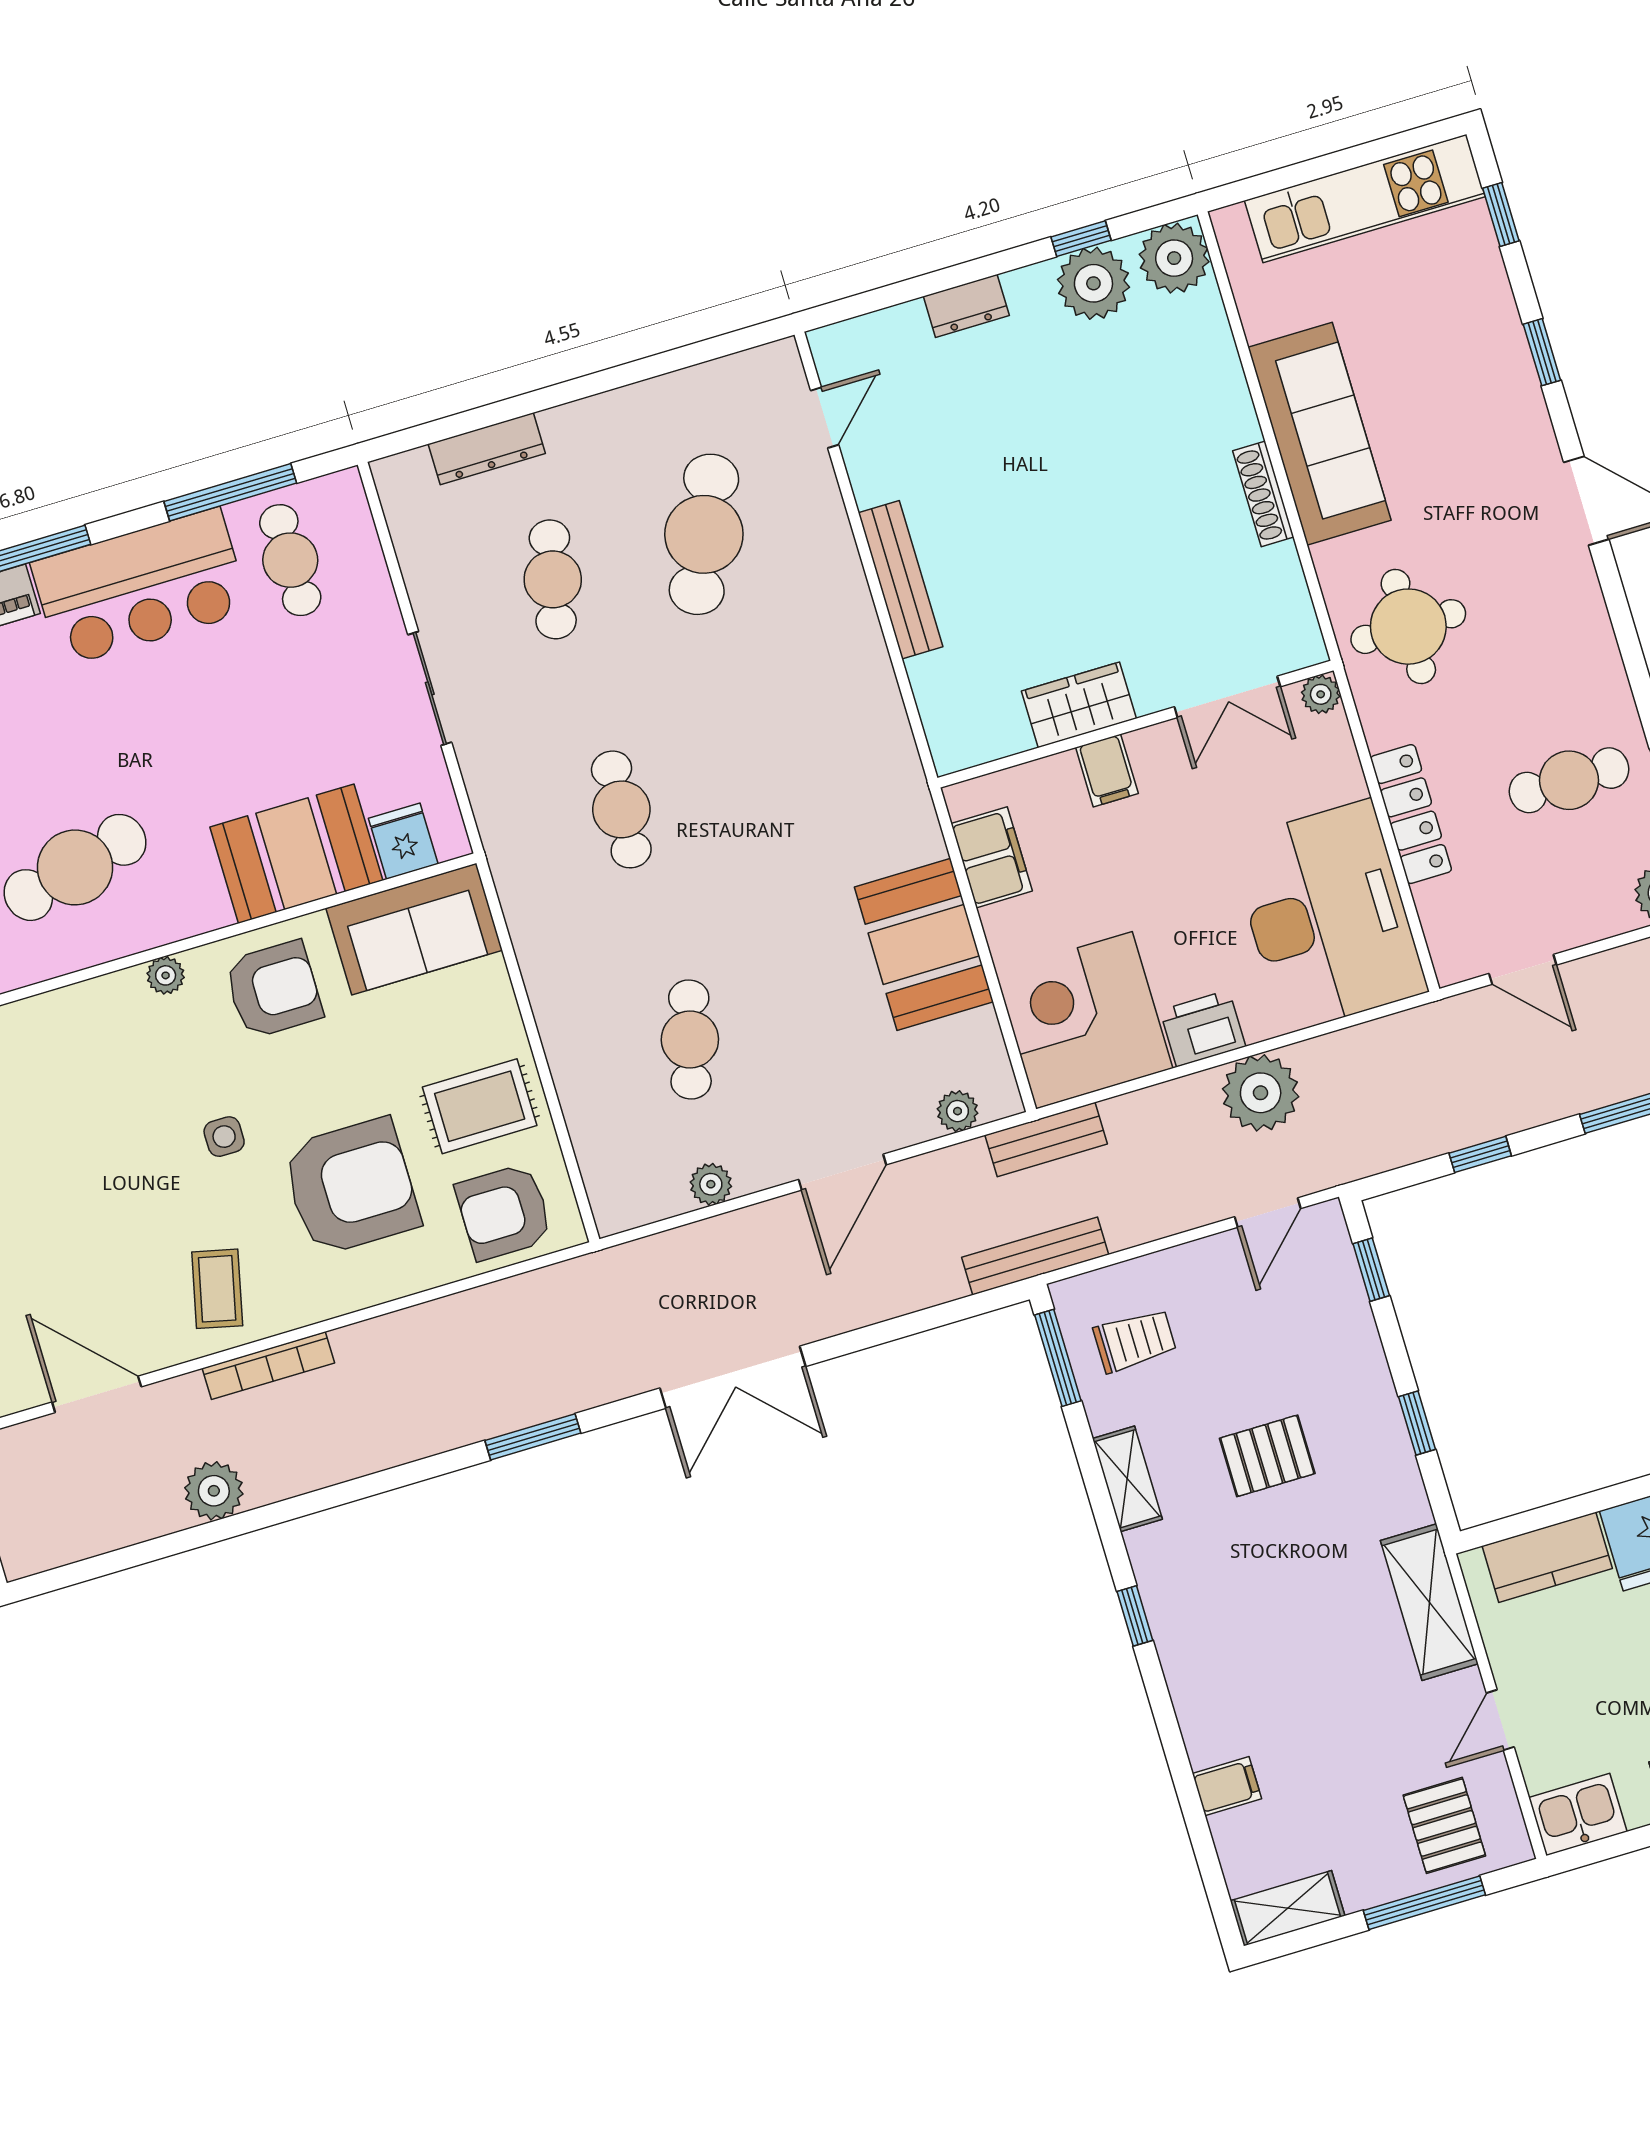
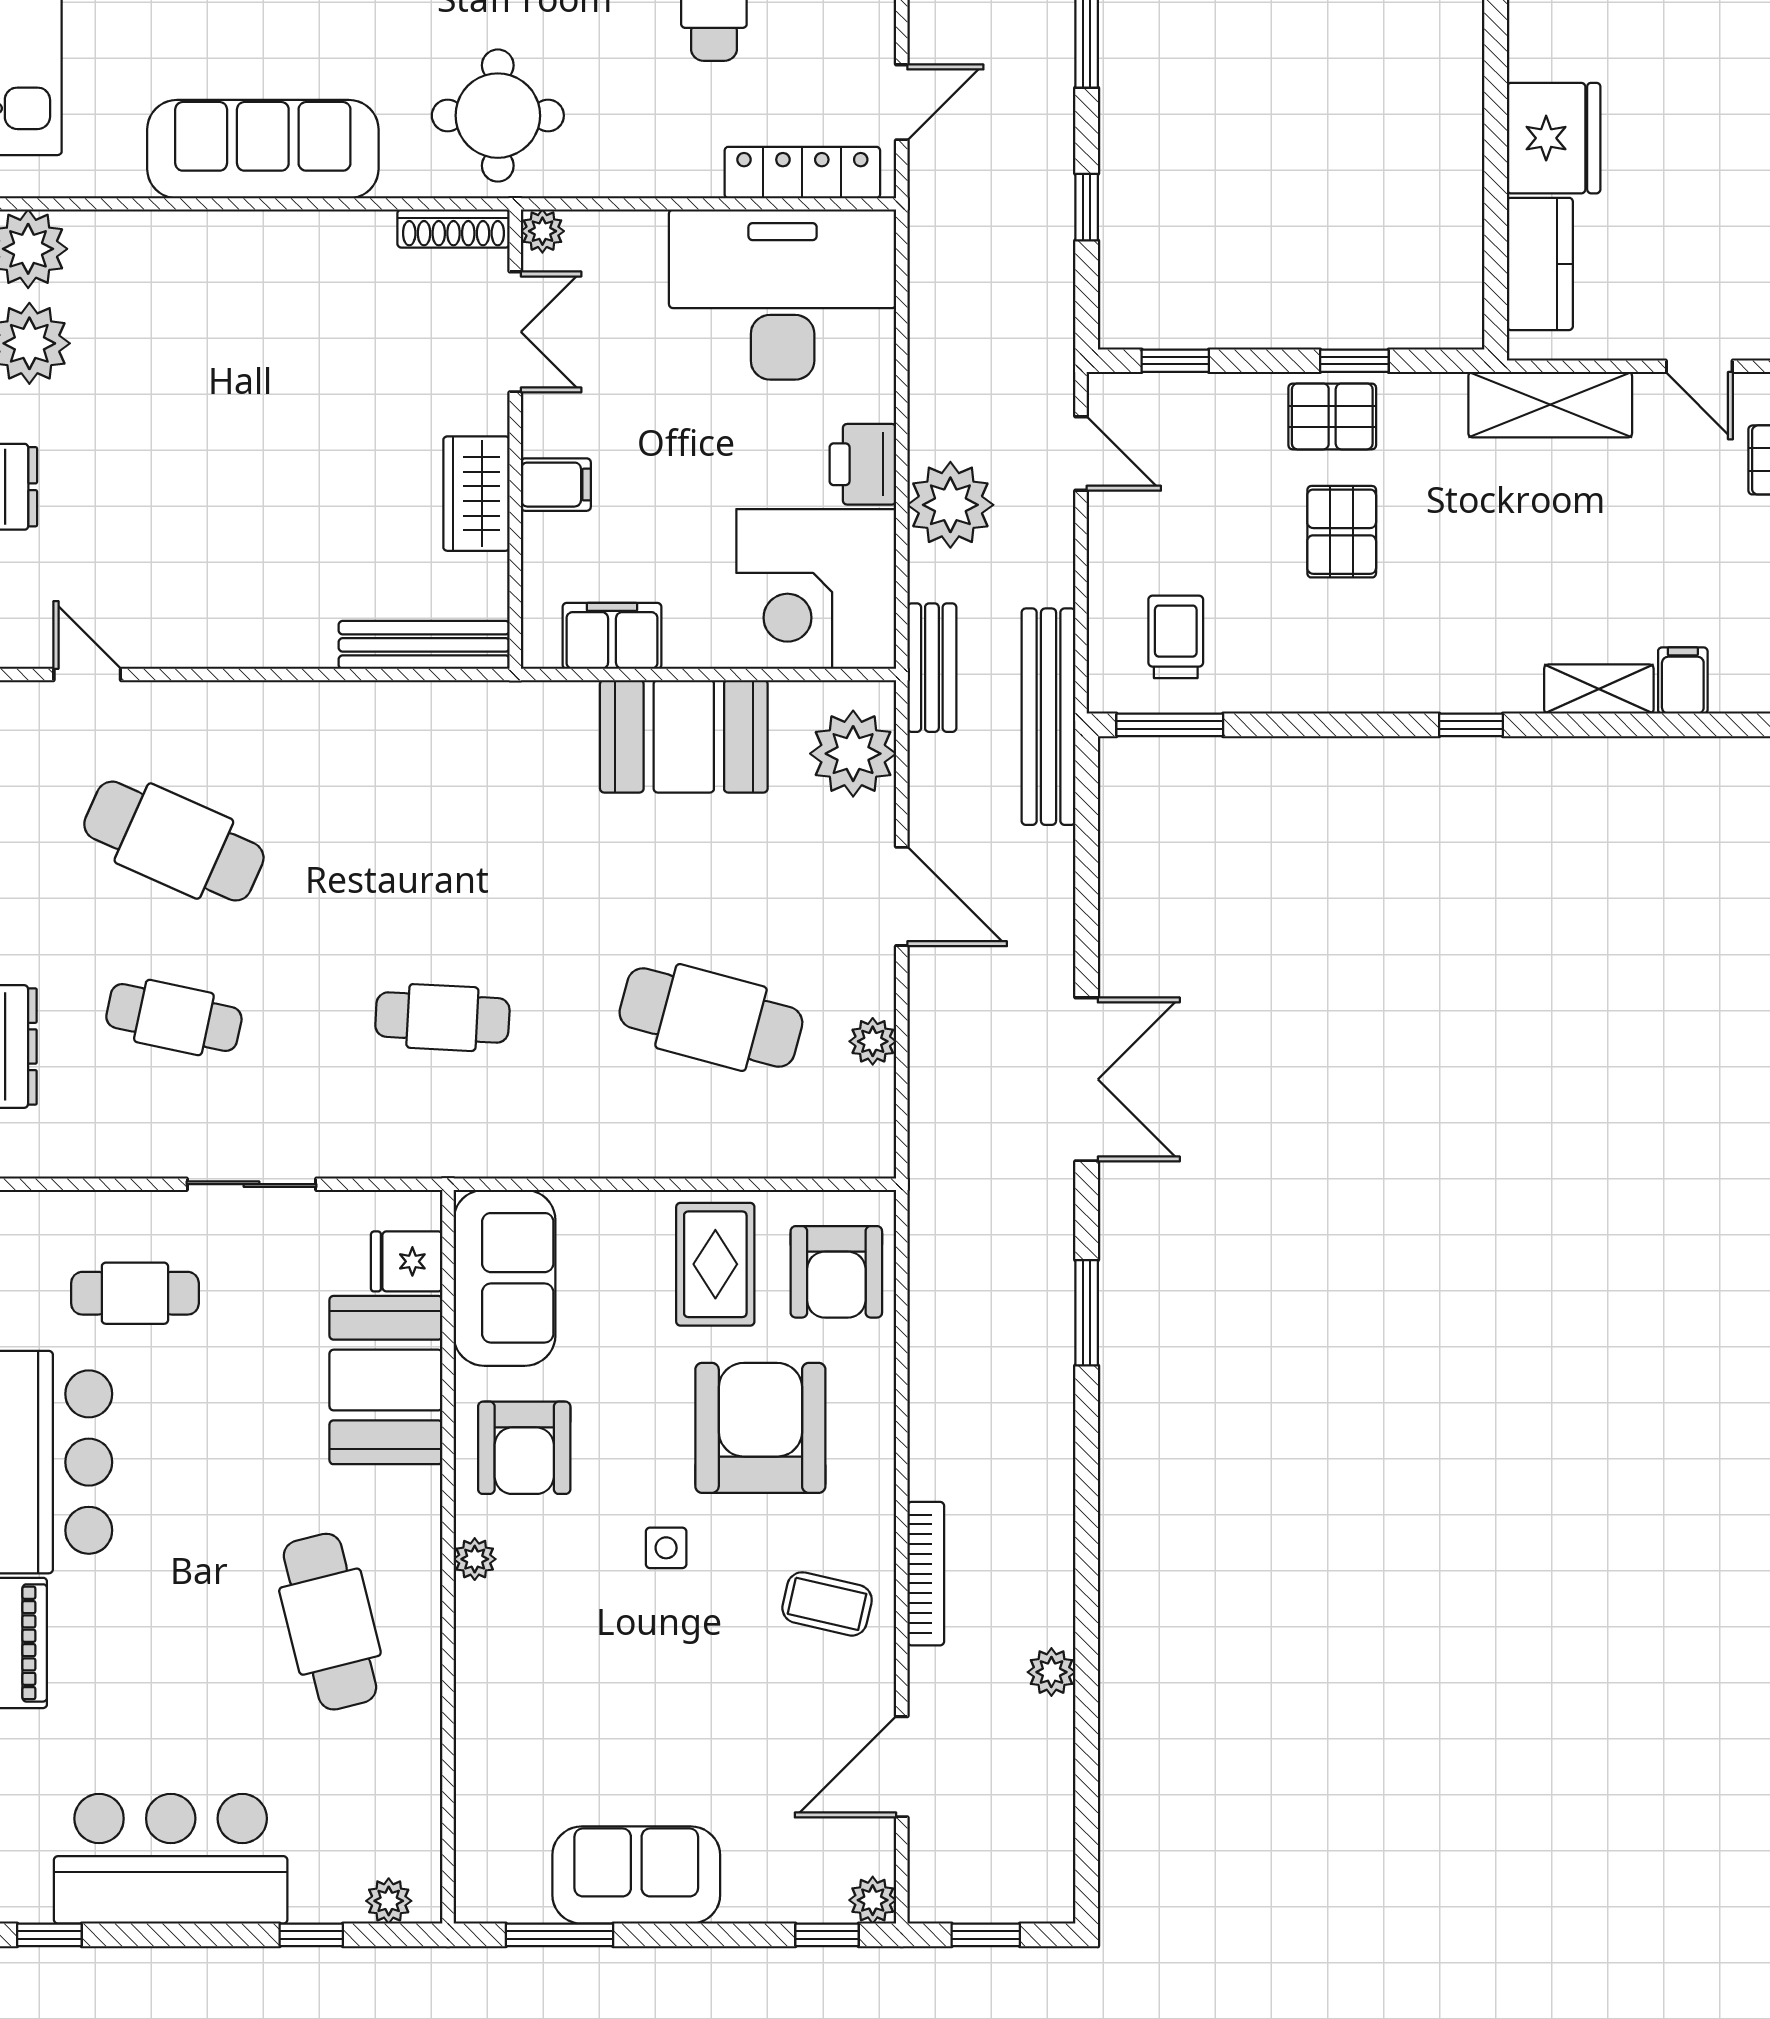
shoe rack: (1263, 494) -> (454, 229), moved
cafe table: (290, 560) -> (135, 1293), moved
bench: (900, 580) -> (424, 645), moved
locker: (1411, 814) -> (802, 173), moved
armchair: (274, 989) -> (524, 1448), turned 180
cafe table: (690, 1040) -> (711, 1018), width x1.37, depth x1.35
plant: (1261, 1093) -> (950, 505), moved
plant: (958, 1111) -> (853, 754), width x1.87, depth x1.87
bench: (1035, 1256) -> (1049, 717), width x1.37, depth x1.21
pallet: (1364, 1418) -> (1332, 416), added
shelving: (1127, 1479) -> (1599, 689), moved
plant: (214, 1491) -> (1051, 1672), width x0.73, depth x0.73

